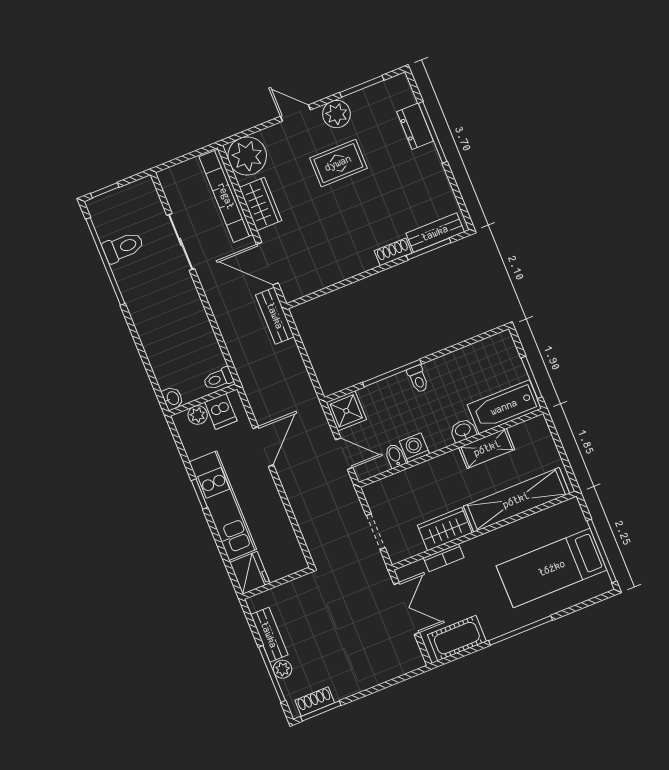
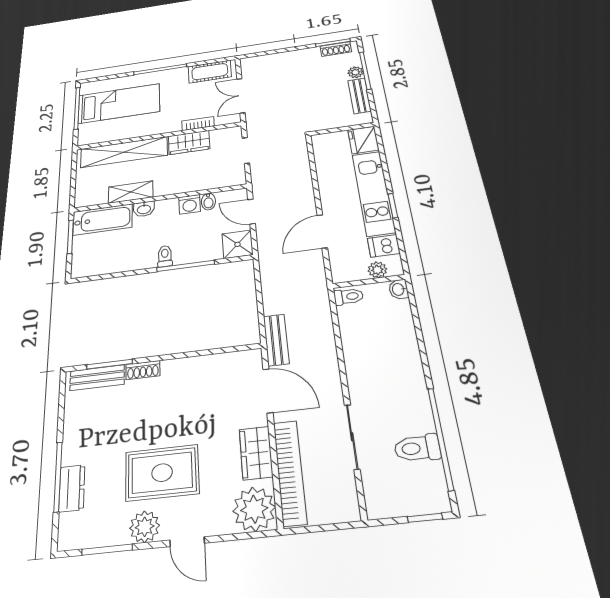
rug: (338, 163) -> (162, 473), width x1.36, depth x1.43
dishwasher: (221, 411) -> (384, 246), moved, turned -90

